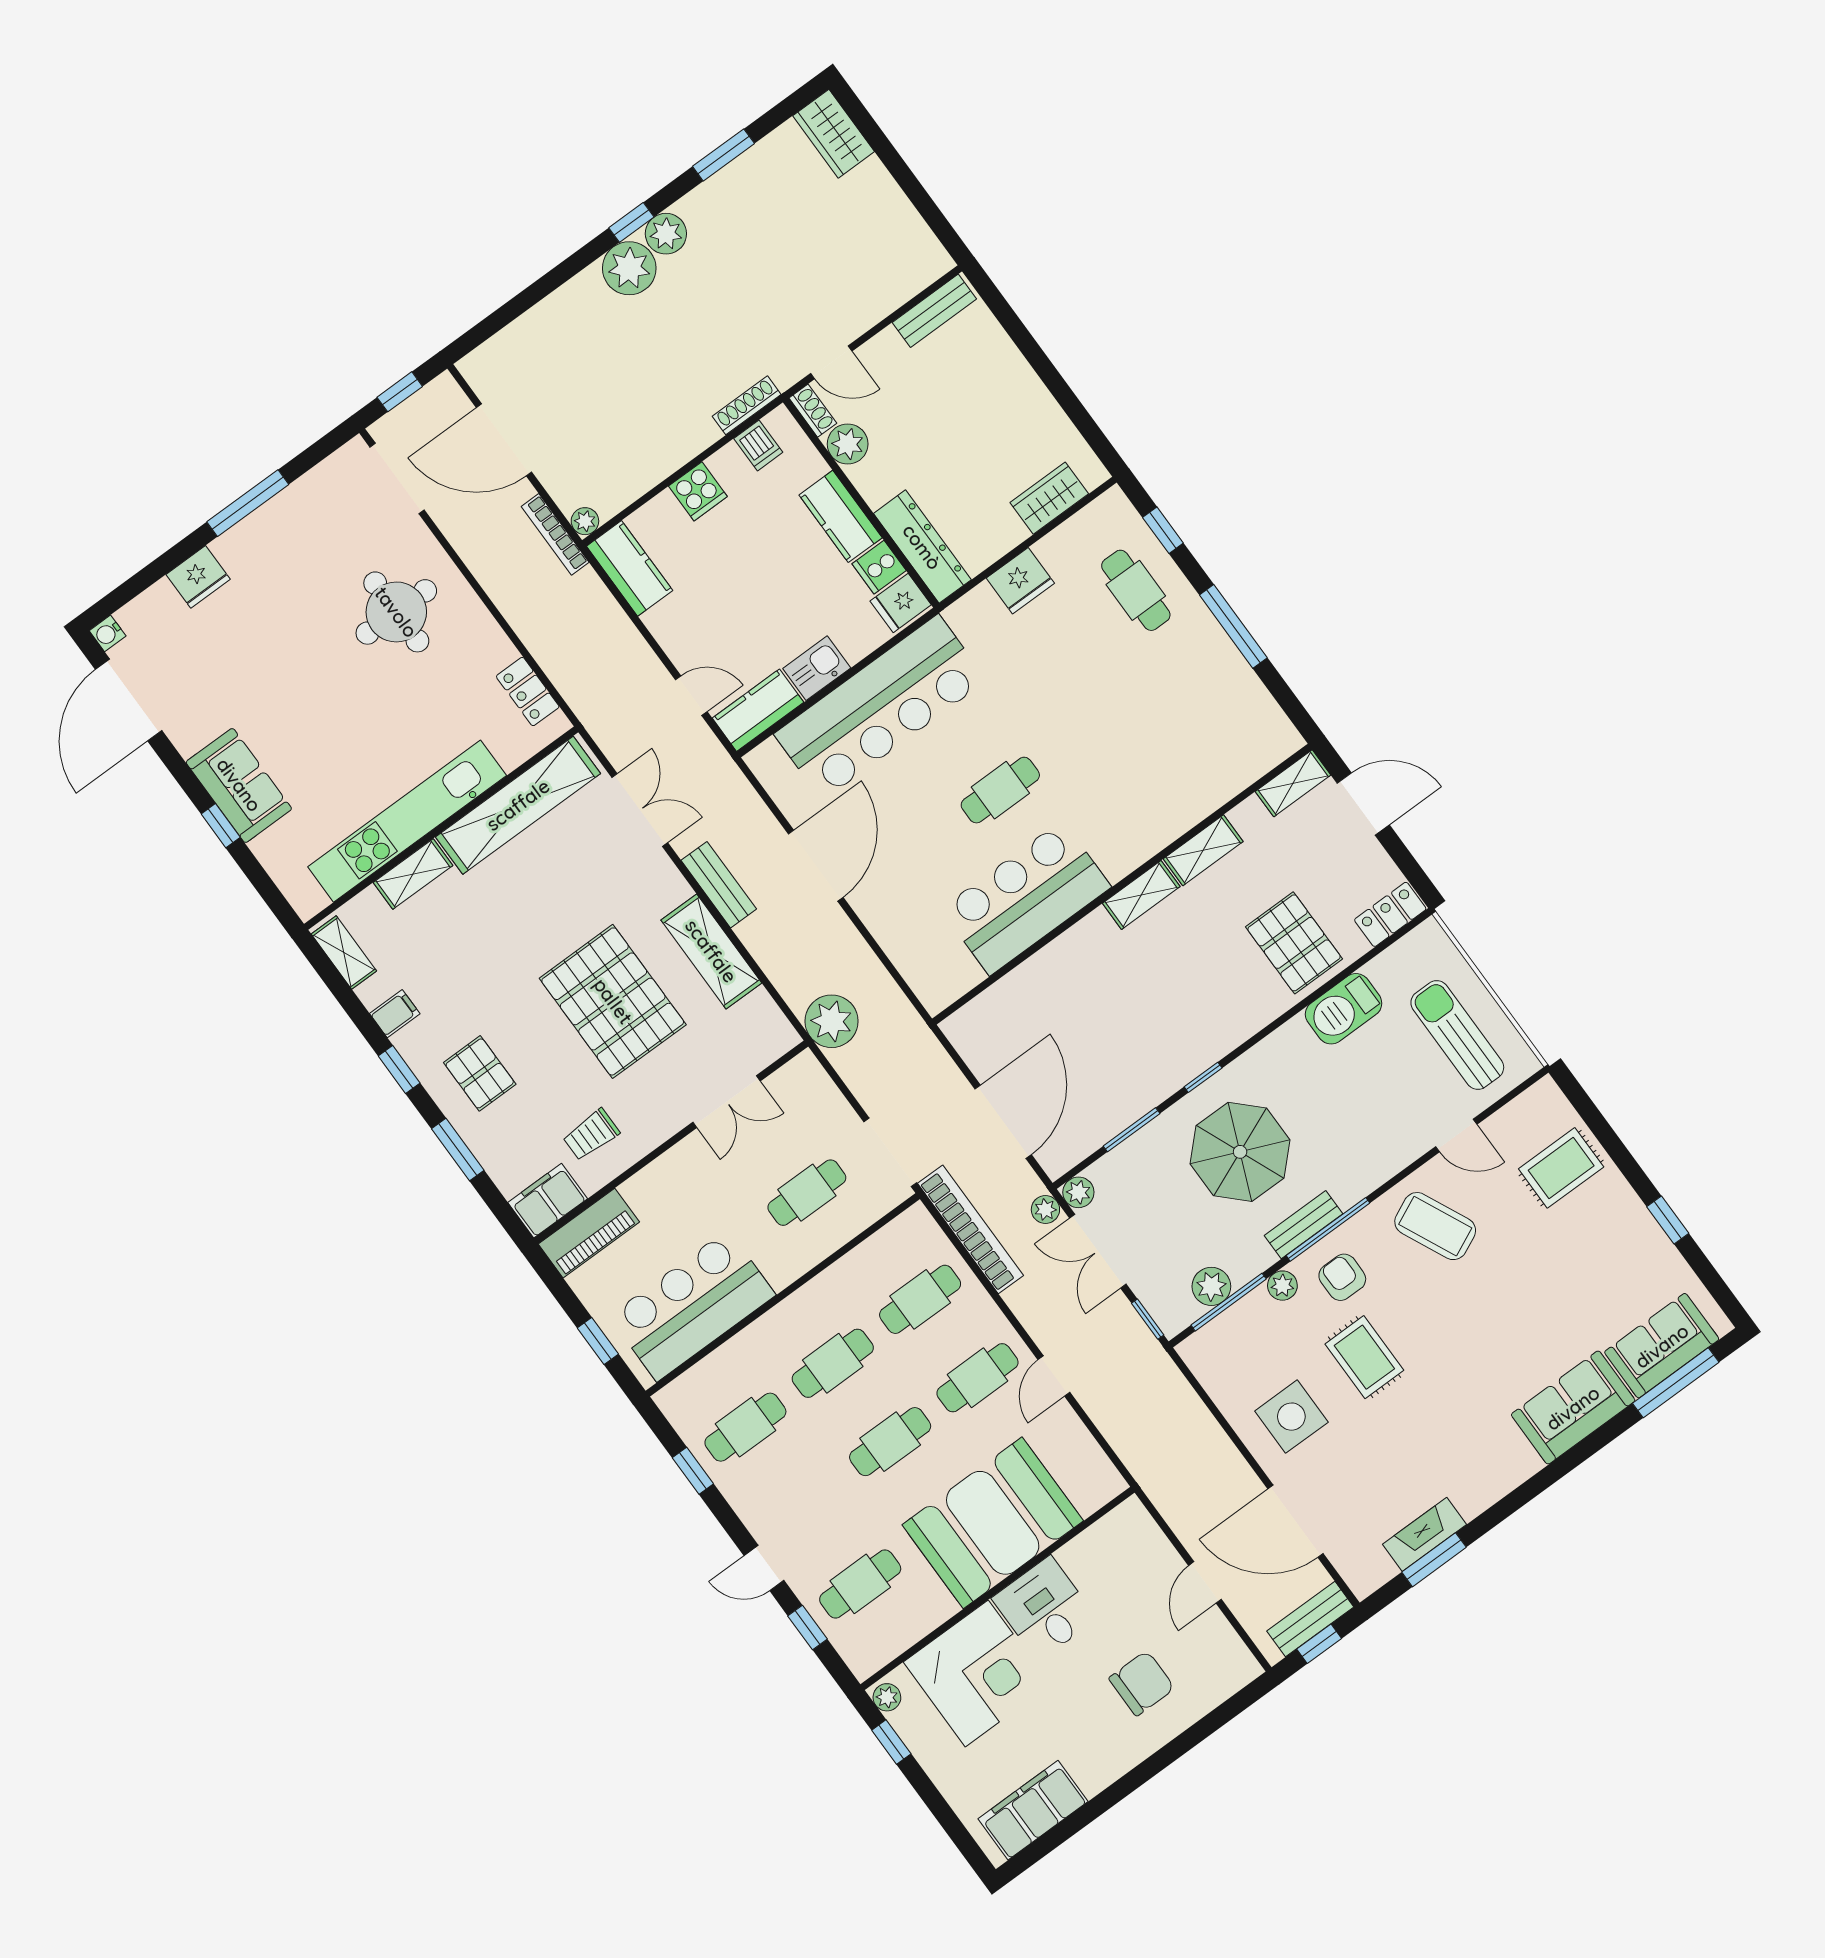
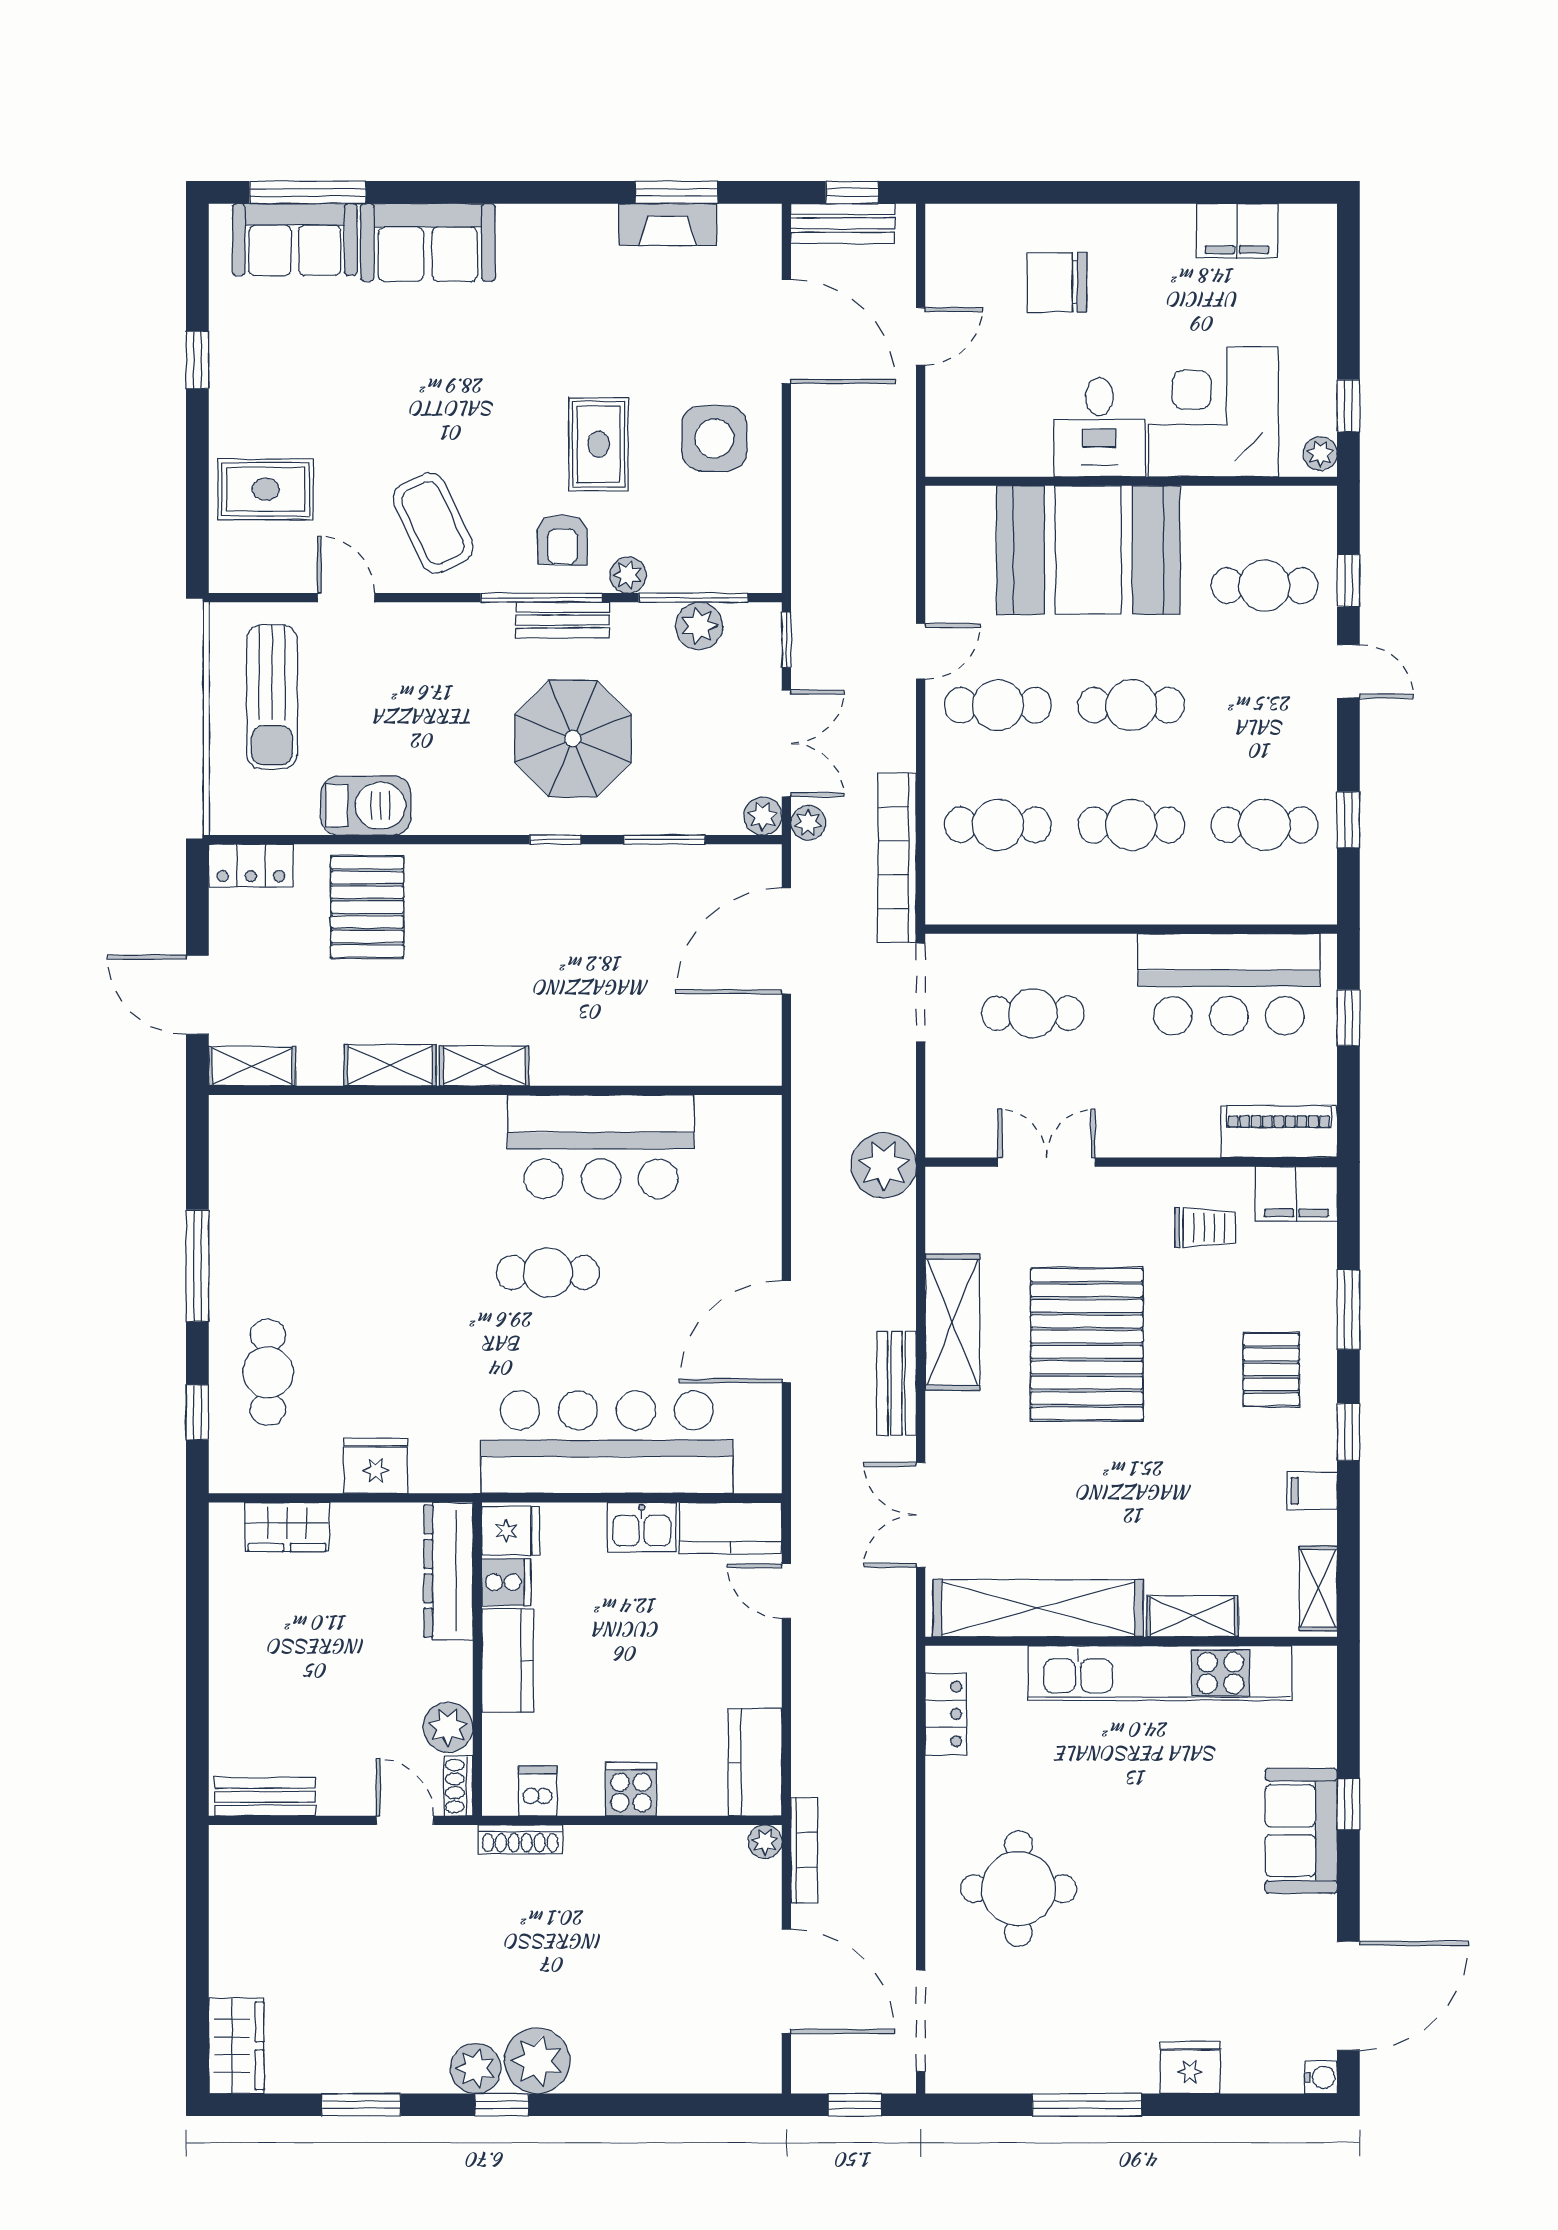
filing cabinet: (1033, 1810) -> (1237, 231), width x0.67, depth x0.86

